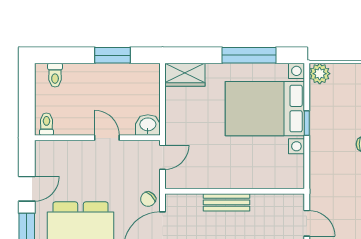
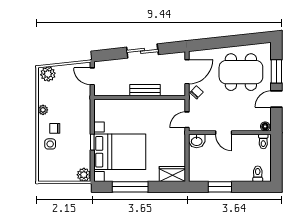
floor lamp: (44, 147) -> (265, 126), added

